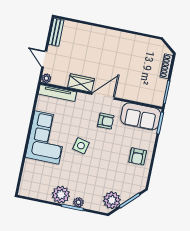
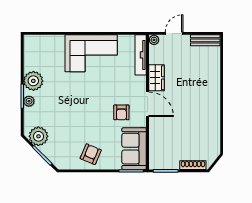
side table: (81, 146) -> (90, 91), removed
armchair: (138, 156) -> (91, 154), turned 113

